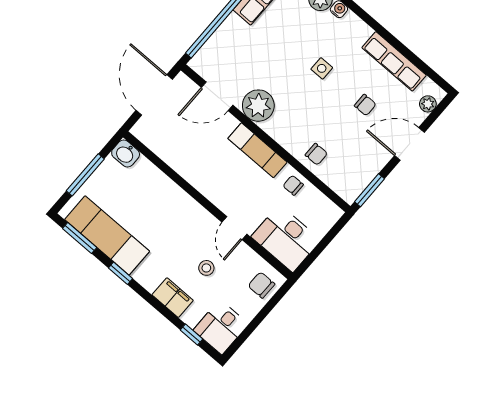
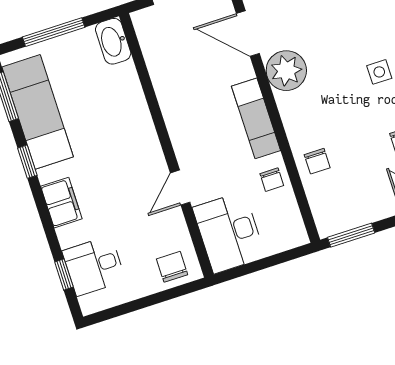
washbasin: (126, 154) -> (113, 41), width x1.38
chair: (293, 185) -> (272, 180), turned 180
stool: (206, 268) -> (124, 212), removed
filing cabinet: (173, 298) -> (61, 203), moved
desk: (221, 327) -> (94, 266), moved

